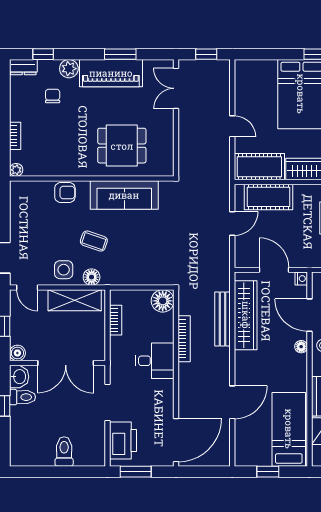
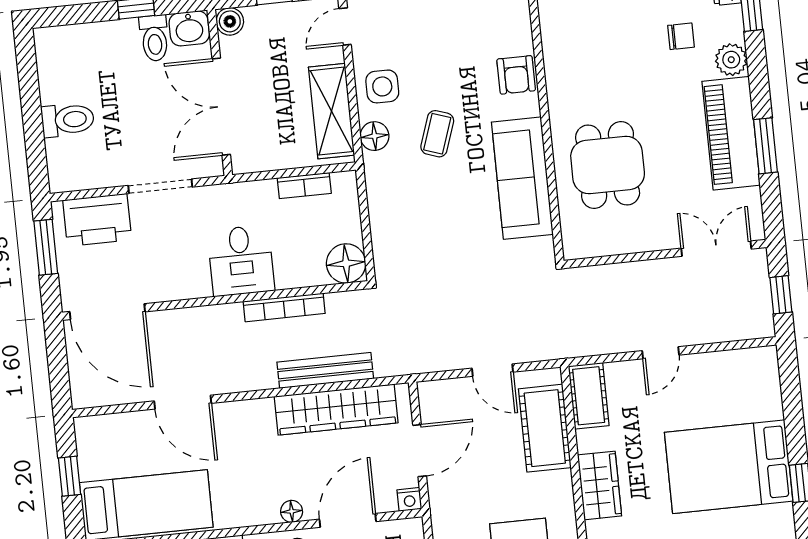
cot: (259, 167) -> (589, 396), width x0.73, depth x0.75

